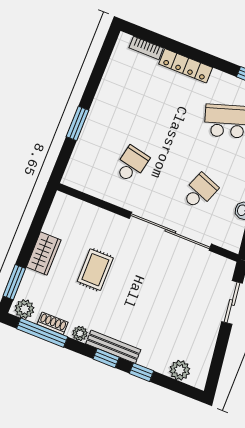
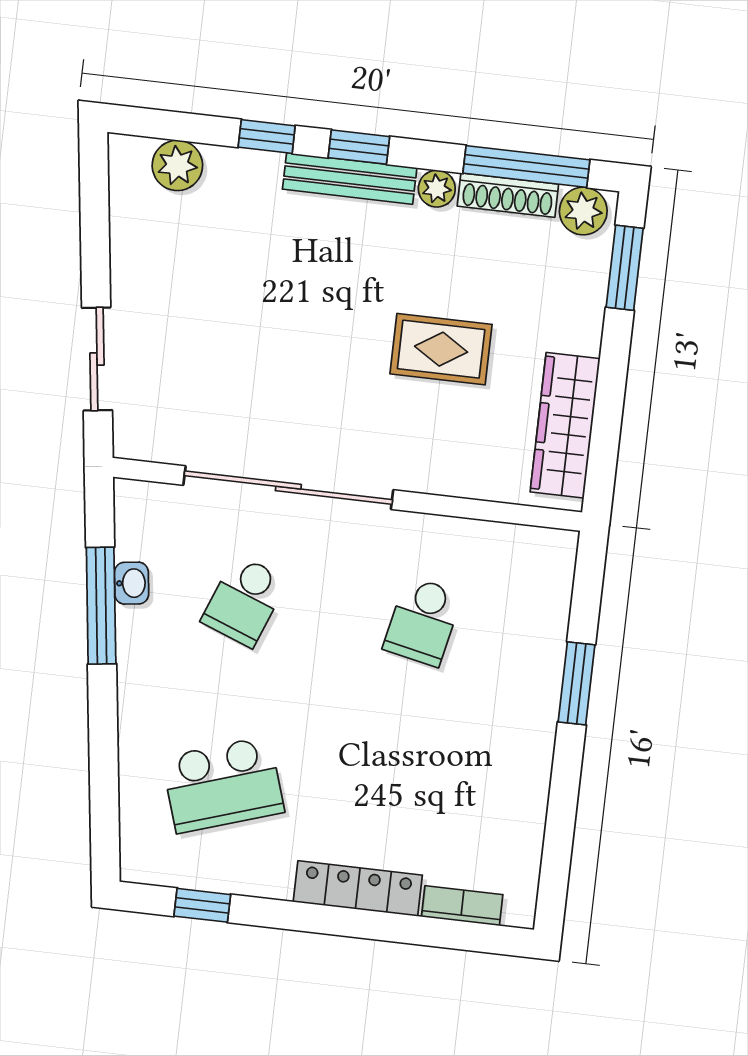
wardrobe: (44, 253) -> (565, 425), moved, width x1.50
rug: (95, 270) -> (441, 349), turned 90
shoe rack: (53, 323) -> (508, 195), width x1.43

